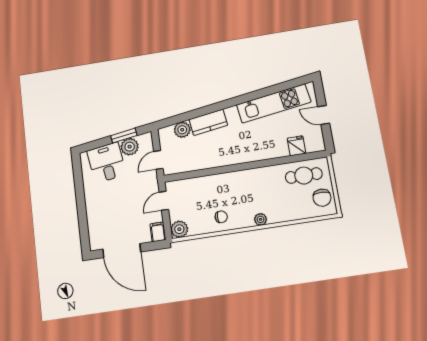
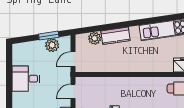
desk: (107, 163) -> (26, 79), moved, turned -82

